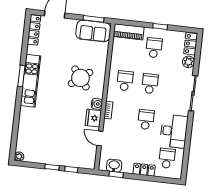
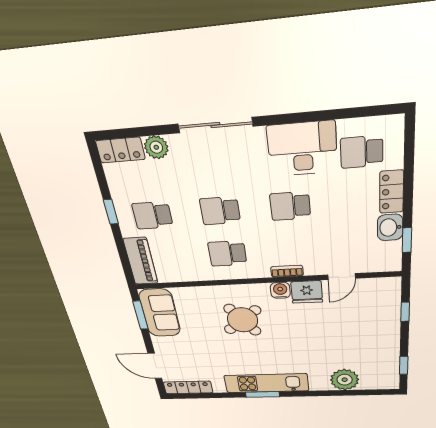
plant: (19, 156) -> (345, 380), moved, width x1.88, depth x1.88
washbasin: (114, 166) -> (390, 227), moved
window: (52, 167) -> (404, 365), moved

